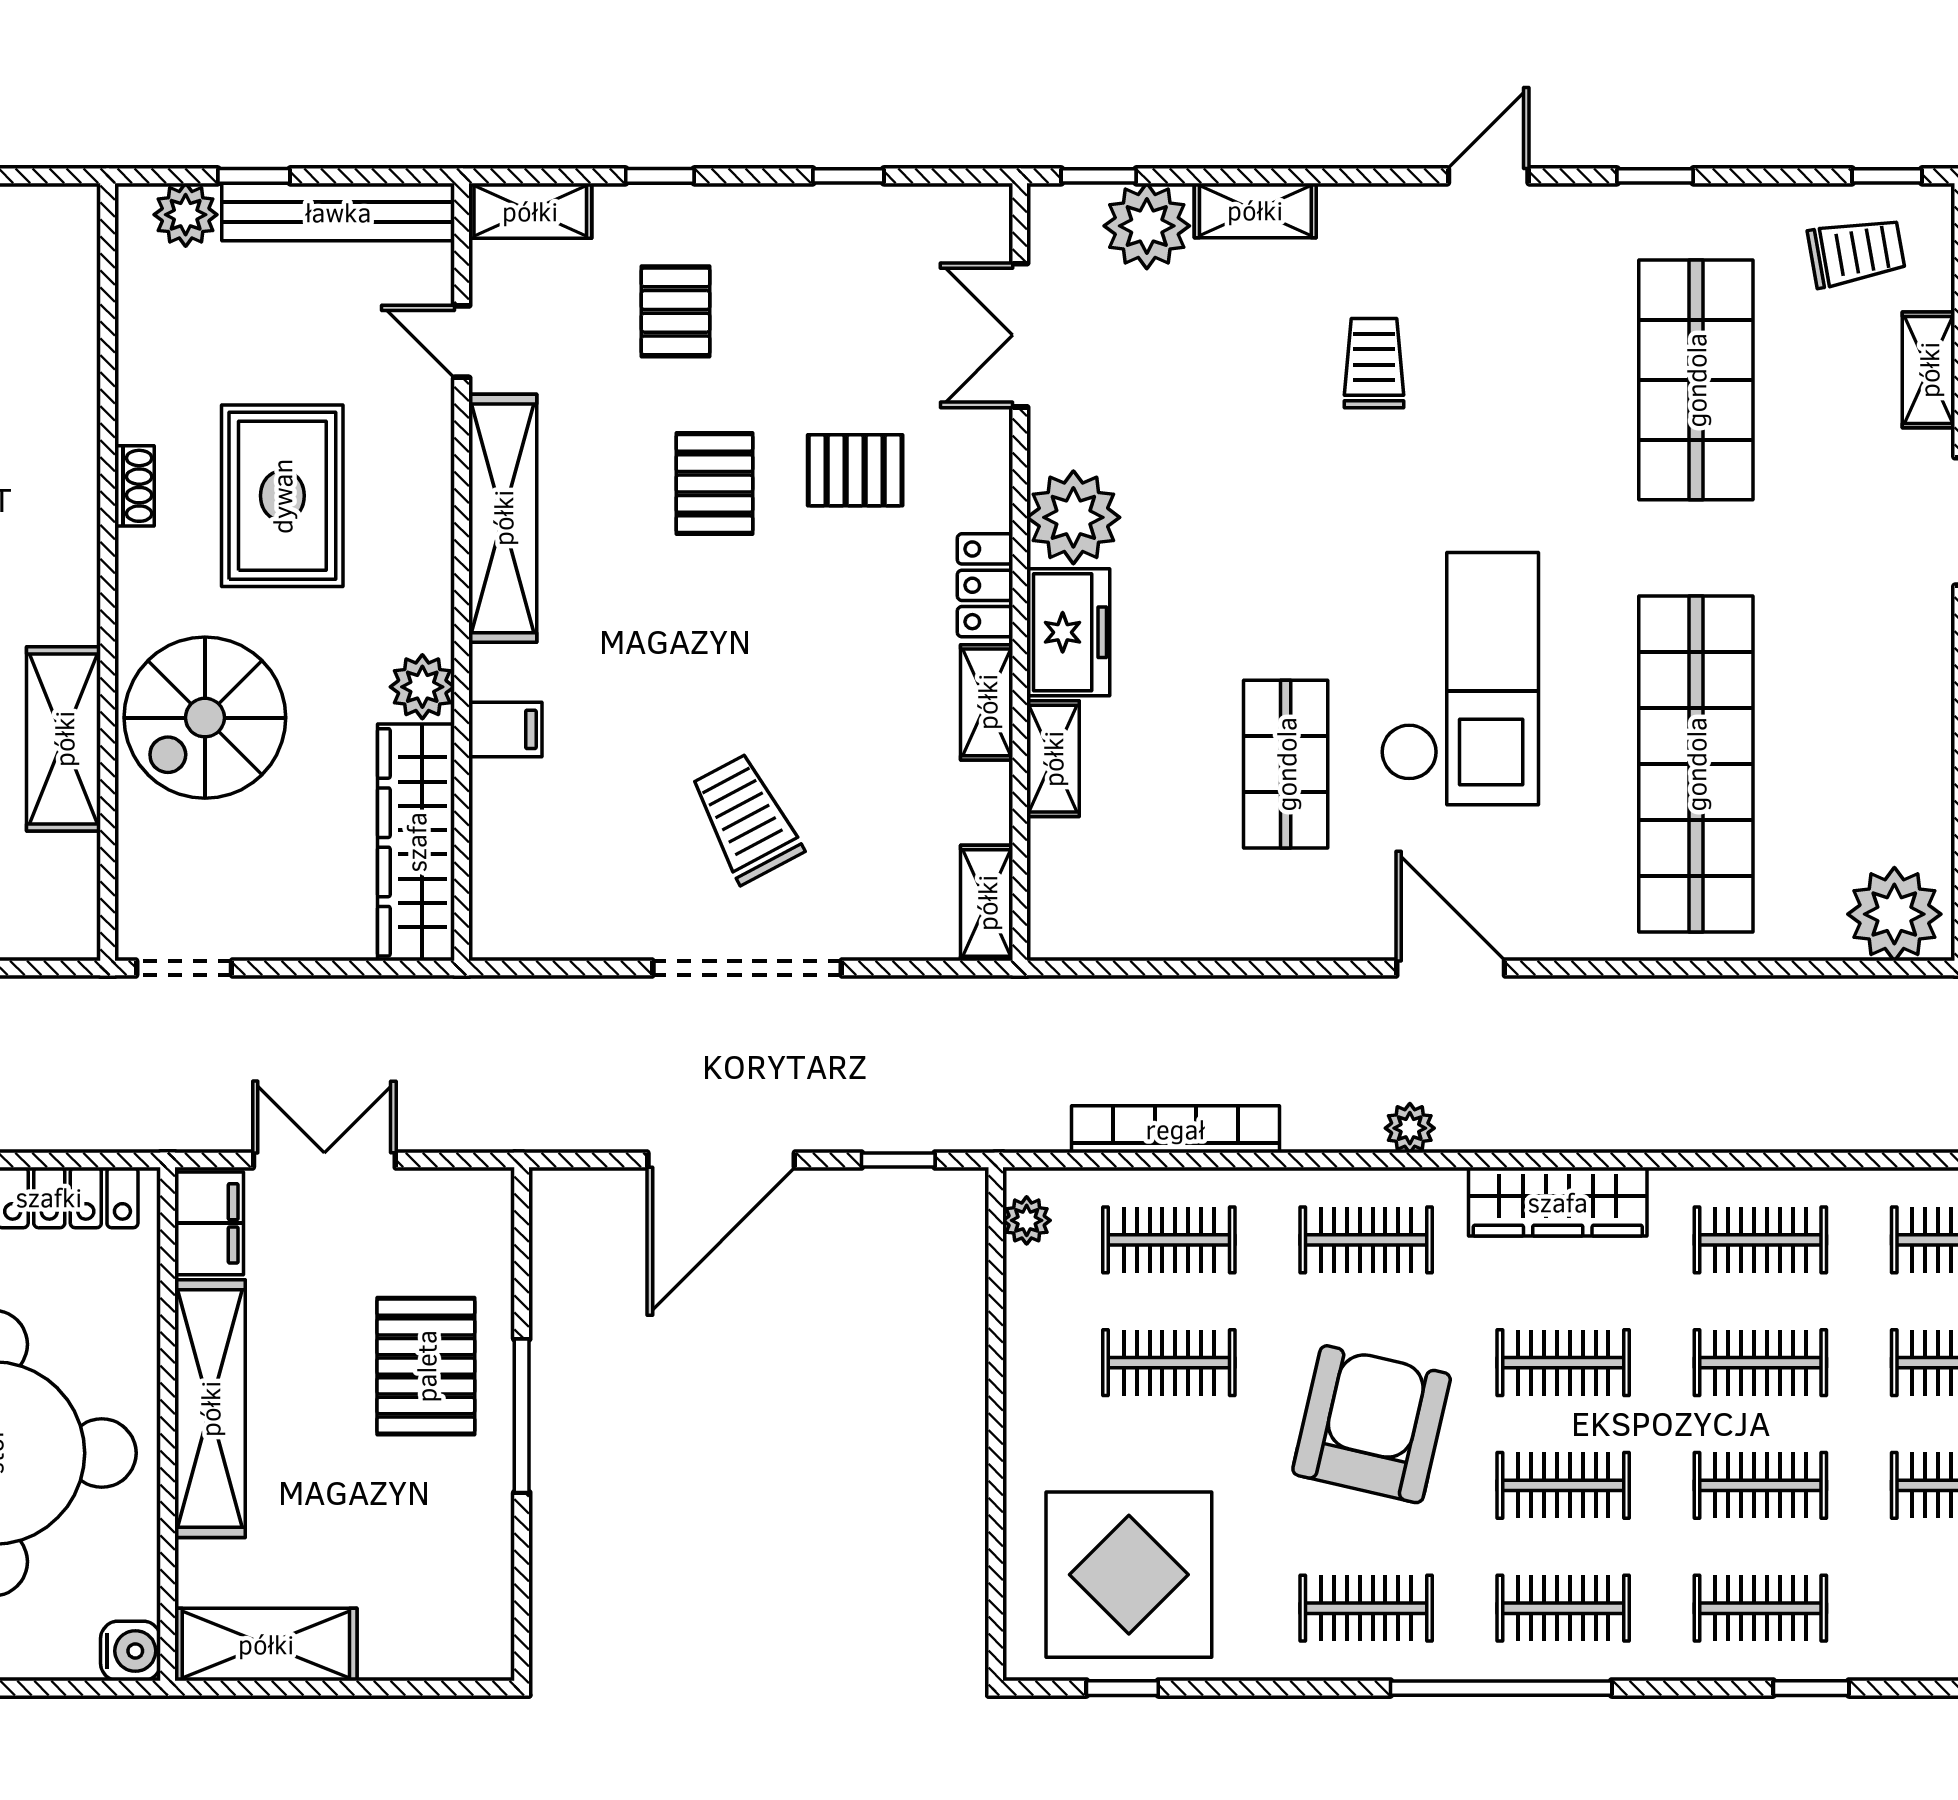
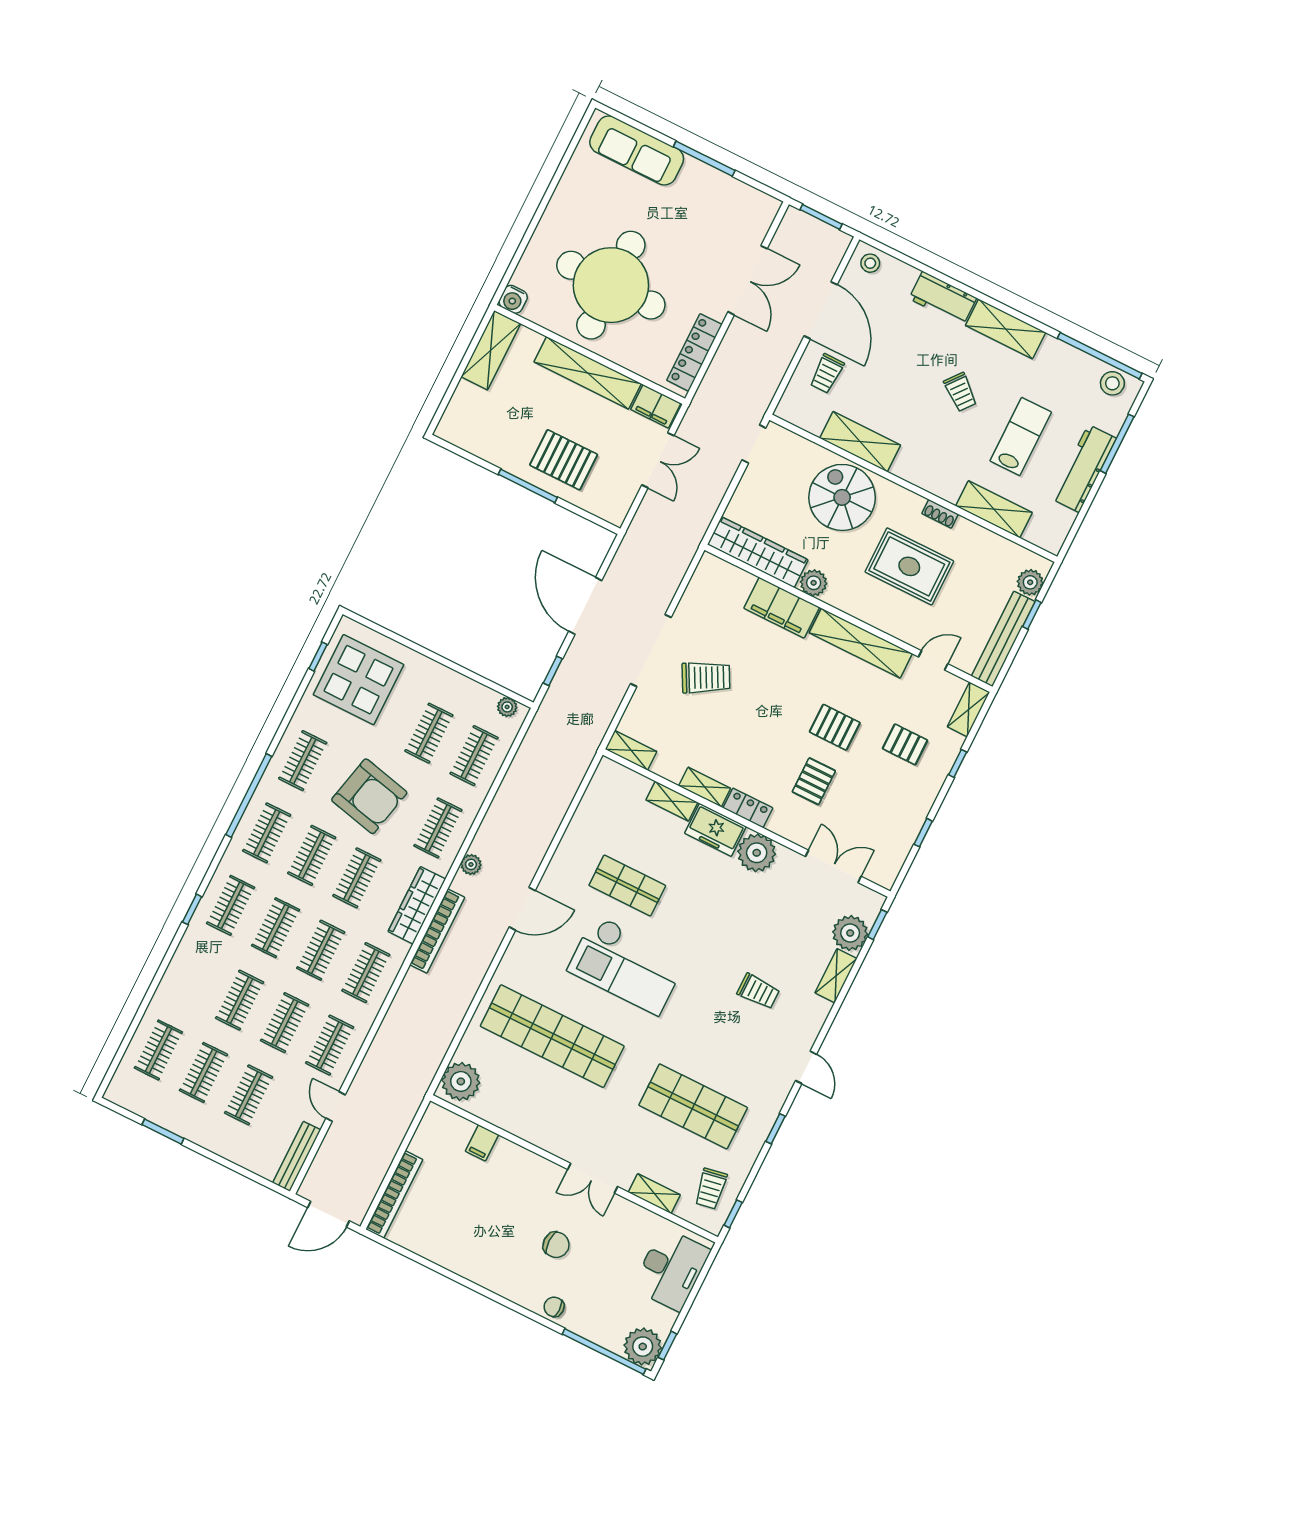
shelving: (66, 373) -> (994, 509), added
filing cabinet: (505, 729) -> (782, 608), width x3.00, depth x1.17
bookcase: (1175, 1129) -> (437, 931), moved

